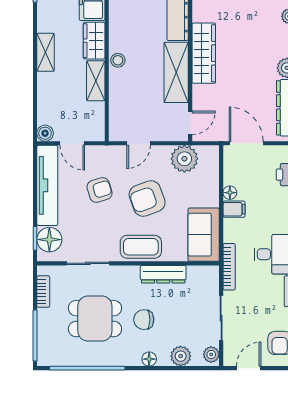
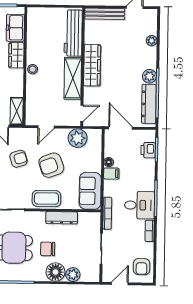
shelving: (96, 81) -> (17, 111), moved
plant: (211, 354) -> (94, 274), removed
floor lamp: (149, 359) -> (55, 272), width x1.89, depth x1.89

